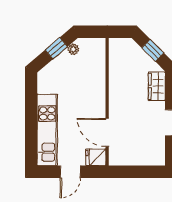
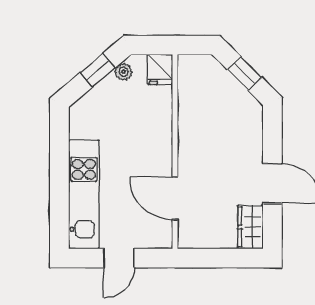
wardrobe: (157, 86) -> (250, 227), moved
fridge: (96, 157) -> (160, 69), moved, turned -90

